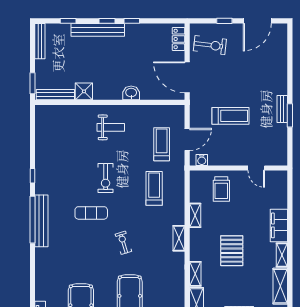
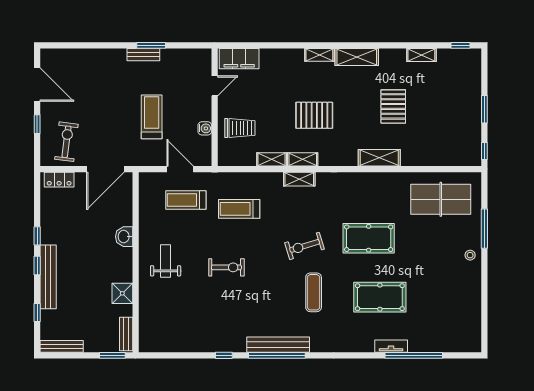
bench: (55, 95) -> (126, 334), width x0.73
water cooler: (202, 160) -> (205, 128), moved
exercise mat: (91, 213) -> (314, 292), moved
filing cabinet: (279, 225) -> (239, 59), moved
exercise bike: (123, 243) -> (305, 246), width x1.38, depth x1.39
shelving: (195, 274) -> (303, 159), moved

